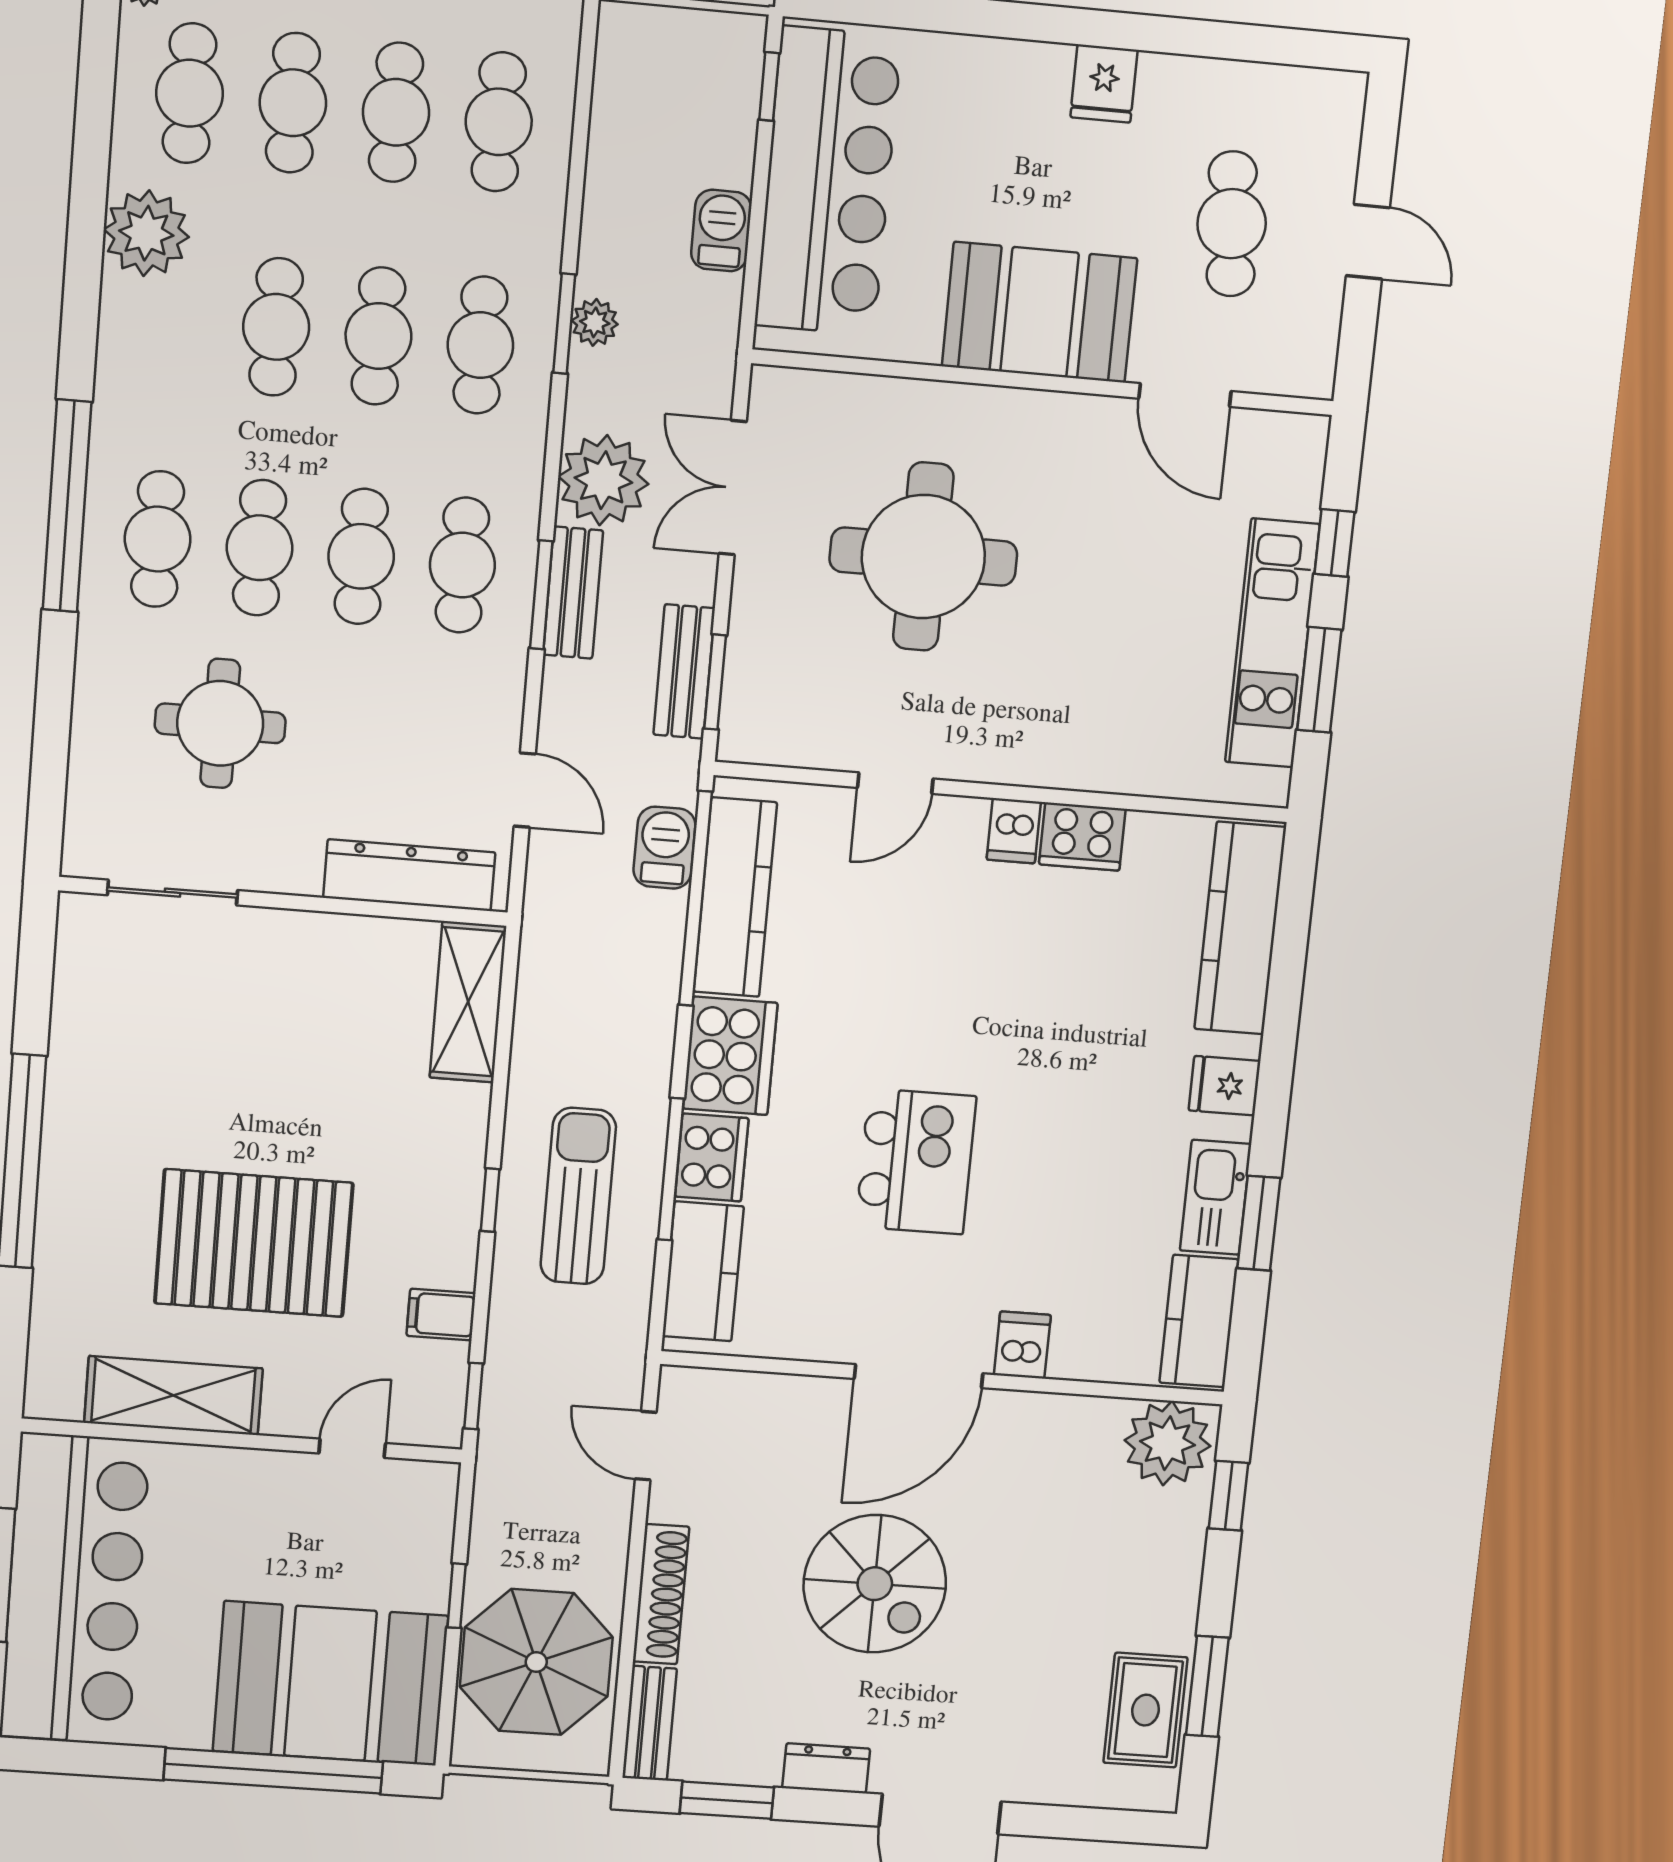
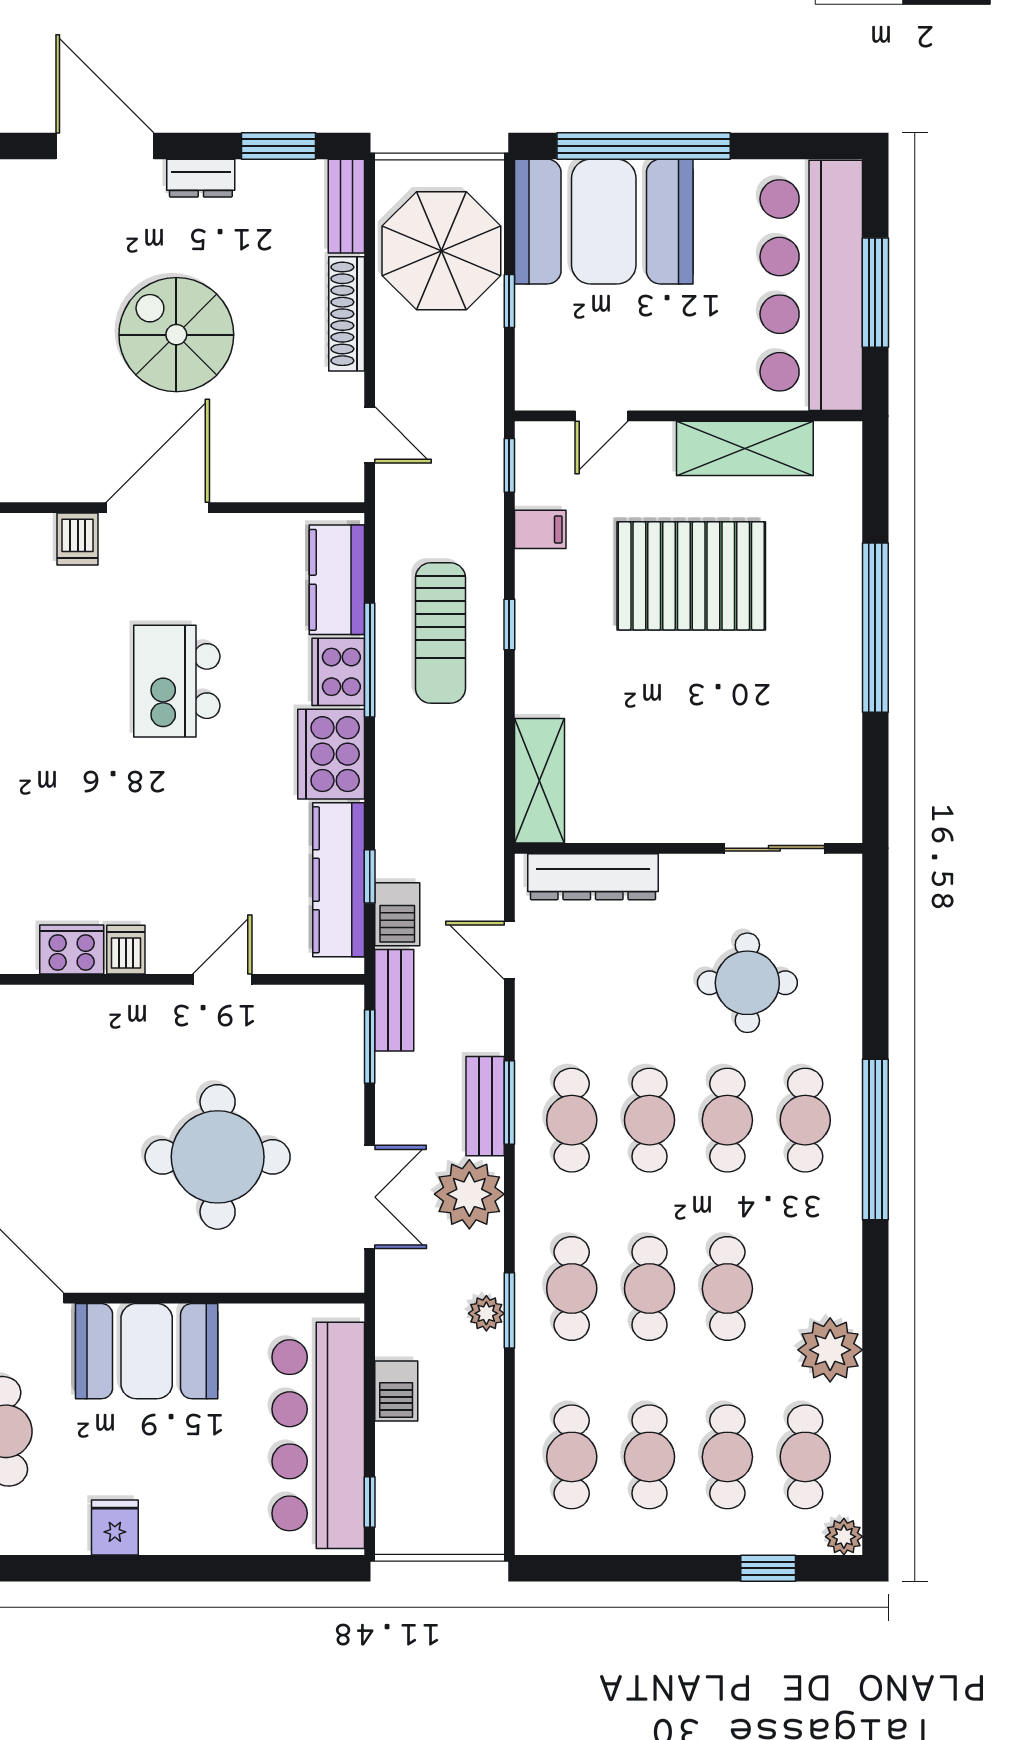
bench: (684, 671) -> (394, 1000), moved
window: (695, 899) -> (370, 876), width x0.32

